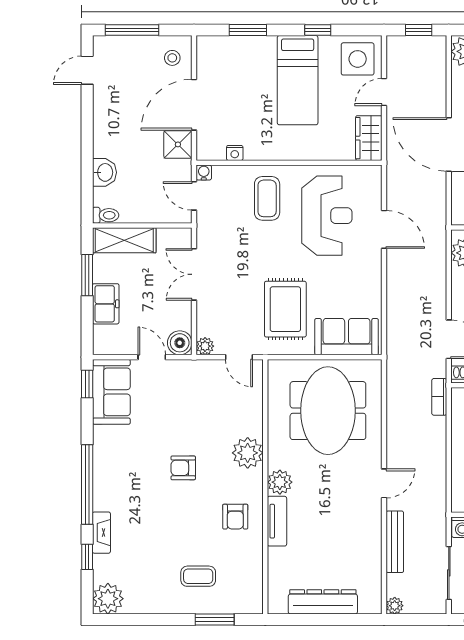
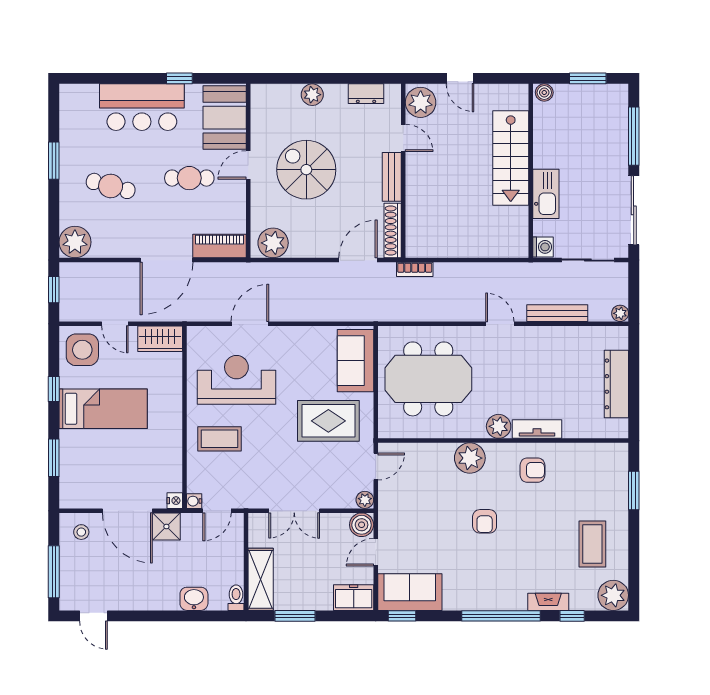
nightstand: (235, 153) -> (175, 501), moved
freezer: (106, 304) -> (354, 598), moved
coffee table: (198, 576) -> (592, 544), moved, width x1.36, depth x1.30

